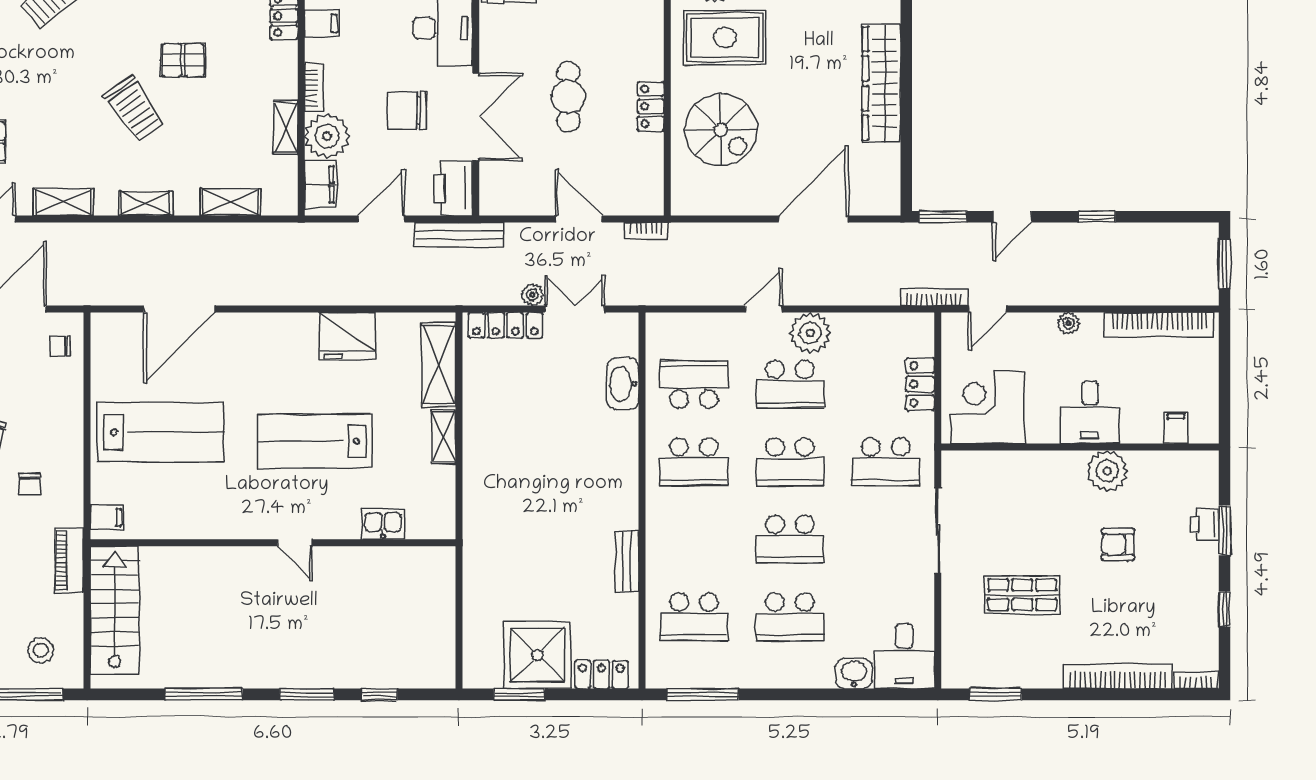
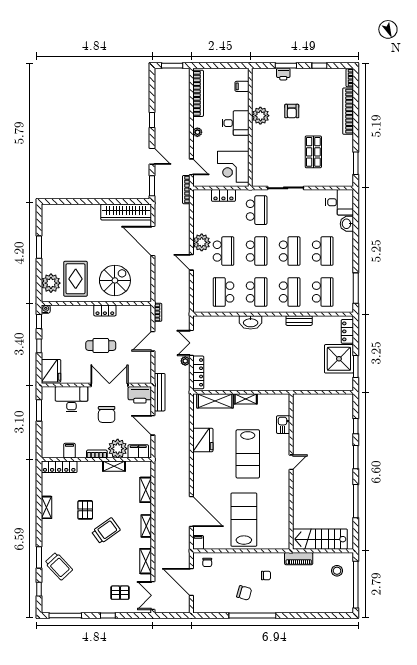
wardrobe: (881, 83) -> (126, 212), moved
washbasin: (623, 384) -> (251, 322), moved
filing cabinet: (107, 517) -> (198, 542), moved
school desk: (694, 539) -> (290, 292), added

